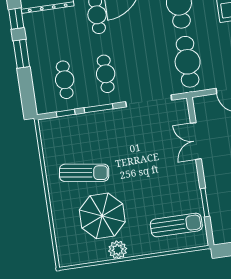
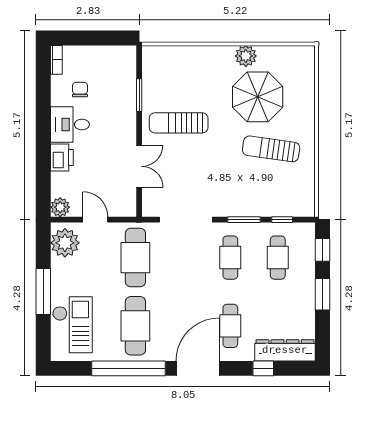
window: (16, 19) -> (322, 250), moved
sun lounger: (176, 225) -> (179, 123), moved

